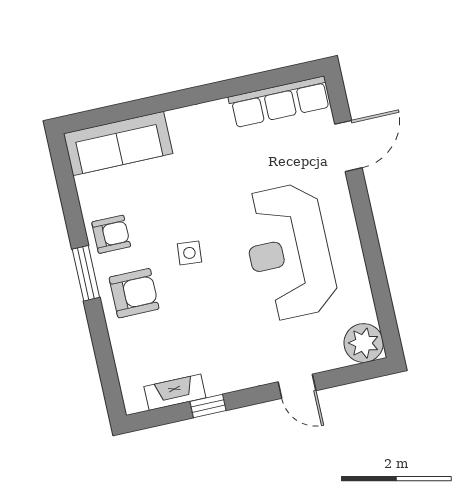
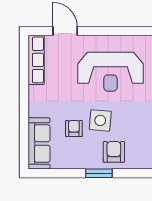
armchair: (111, 234) -> (74, 128), moved
side table: (189, 253) -> (100, 120), width x1.87, depth x1.87

